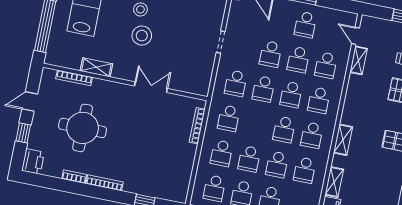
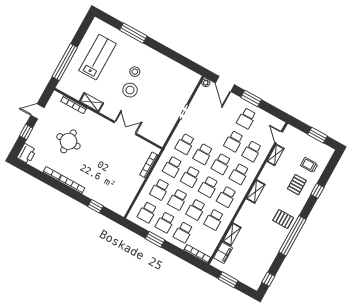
school desk: (271, 54) -> (190, 177), moved
round table: (83, 128) -> (68, 141), width x0.73, depth x0.73
shelving: (343, 140) -> (256, 192), moved

